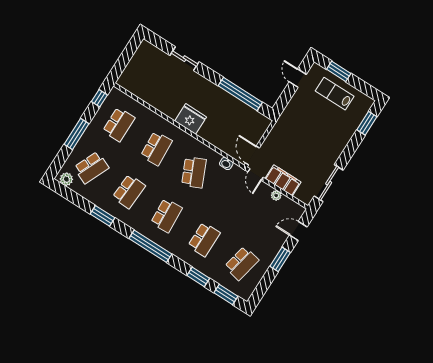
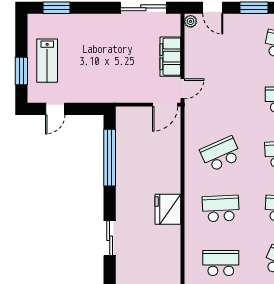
fridge: (191, 119) -> (168, 209), moved
washbasin: (226, 163) -> (190, 126), removed
plant: (276, 195) -> (191, 21), moved

